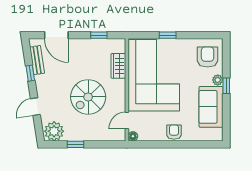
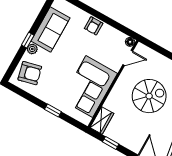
armchair: (208, 57) -> (30, 73), turned -104
wardrobe: (118, 66) -> (102, 121), moved
corner sofa: (154, 75) -> (89, 87), width x0.73, depth x0.74

